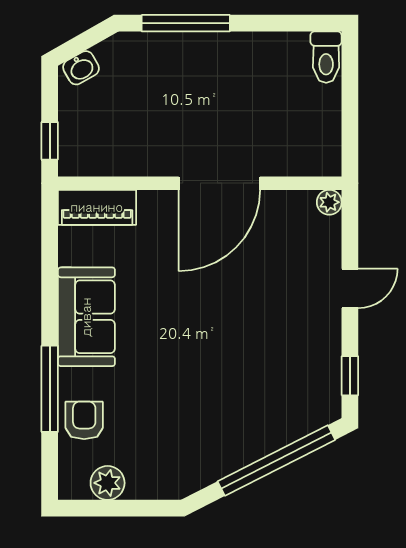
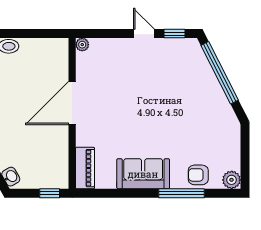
door: (219, 183) -> (72, 103), swing flipped
door: (350, 288) -> (144, 34), moved
plant: (108, 483) -> (232, 180), moved

